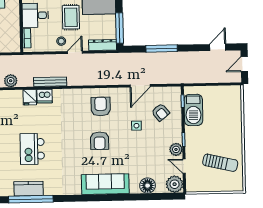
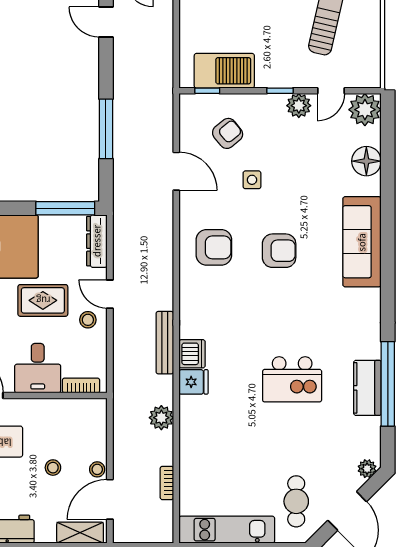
armchair: (101, 106) -> (214, 247), turned 180

